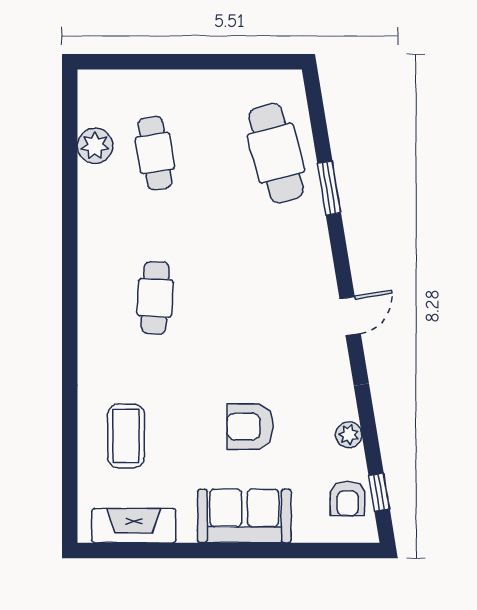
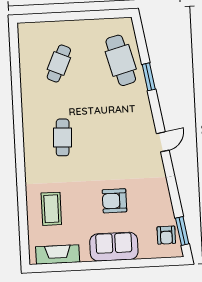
plant: (95, 146) -> (28, 61), removed
cafe table: (155, 153) -> (59, 63), turned 33
plant: (349, 435) -> (165, 202), removed
window: (379, 492) -> (182, 231), width x1.50

